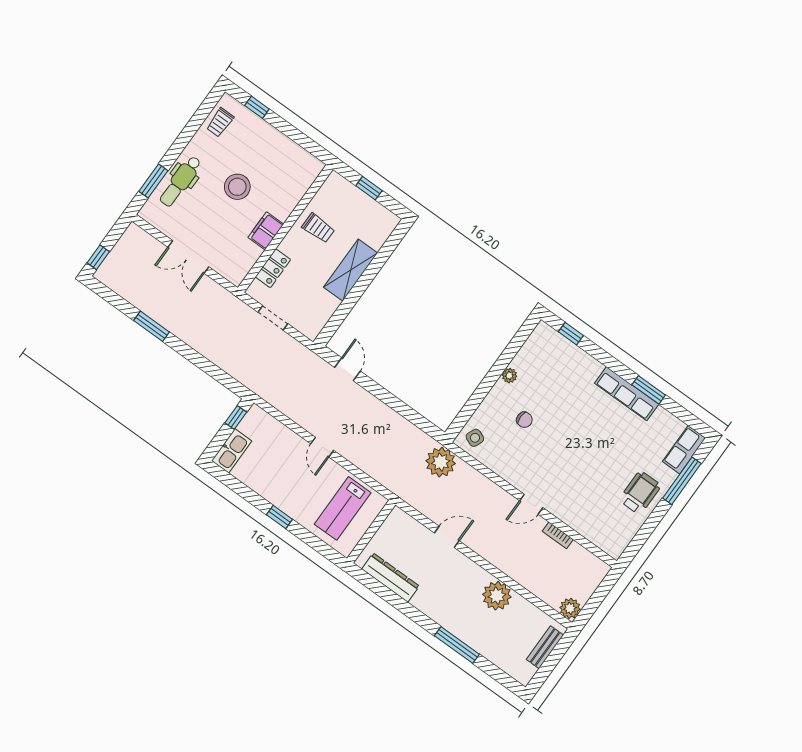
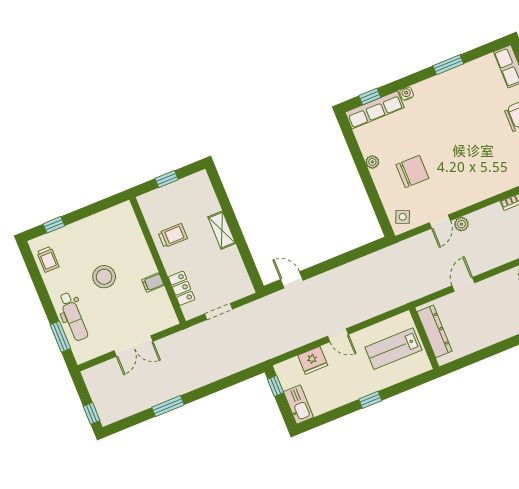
filing cabinet: (266, 231) -> (153, 283), width x0.50
shelving: (351, 270) -> (222, 230), width x0.67, depth x0.75
water cooler: (596, 367) -> (407, 94), added
row of seats: (627, 394) -> (375, 110), moved
chair: (524, 420) -> (412, 171), width x1.87, depth x1.87
fridge: (283, 438) -> (313, 360), added
plant: (441, 462) -> (461, 224), moved, width x0.53, depth x0.53
door: (531, 504) -> (440, 222), moved
lab bench: (343, 508) -> (393, 349), turned 90
dresser: (390, 578) -> (435, 331), moved, turned 90

